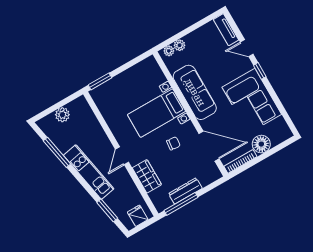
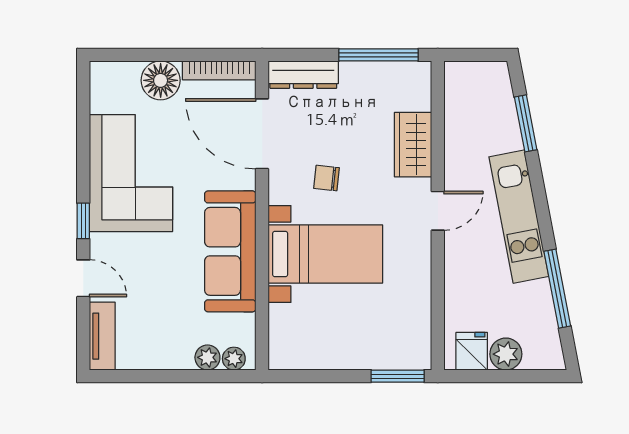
dresser: (185, 191) -> (303, 75), moved
fridge: (138, 216) -> (472, 351), moved, turned 180

